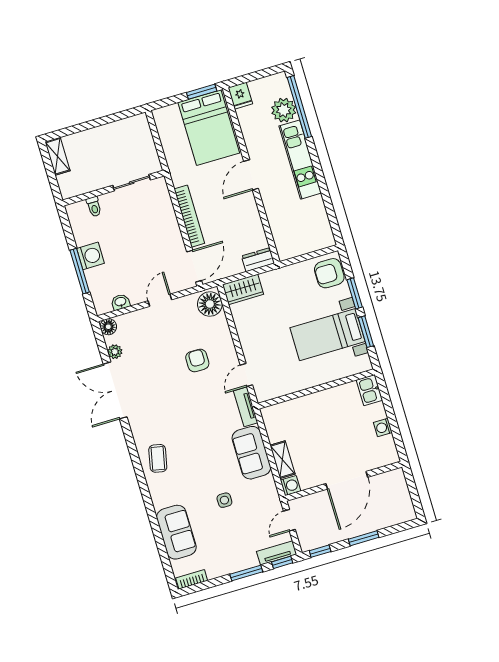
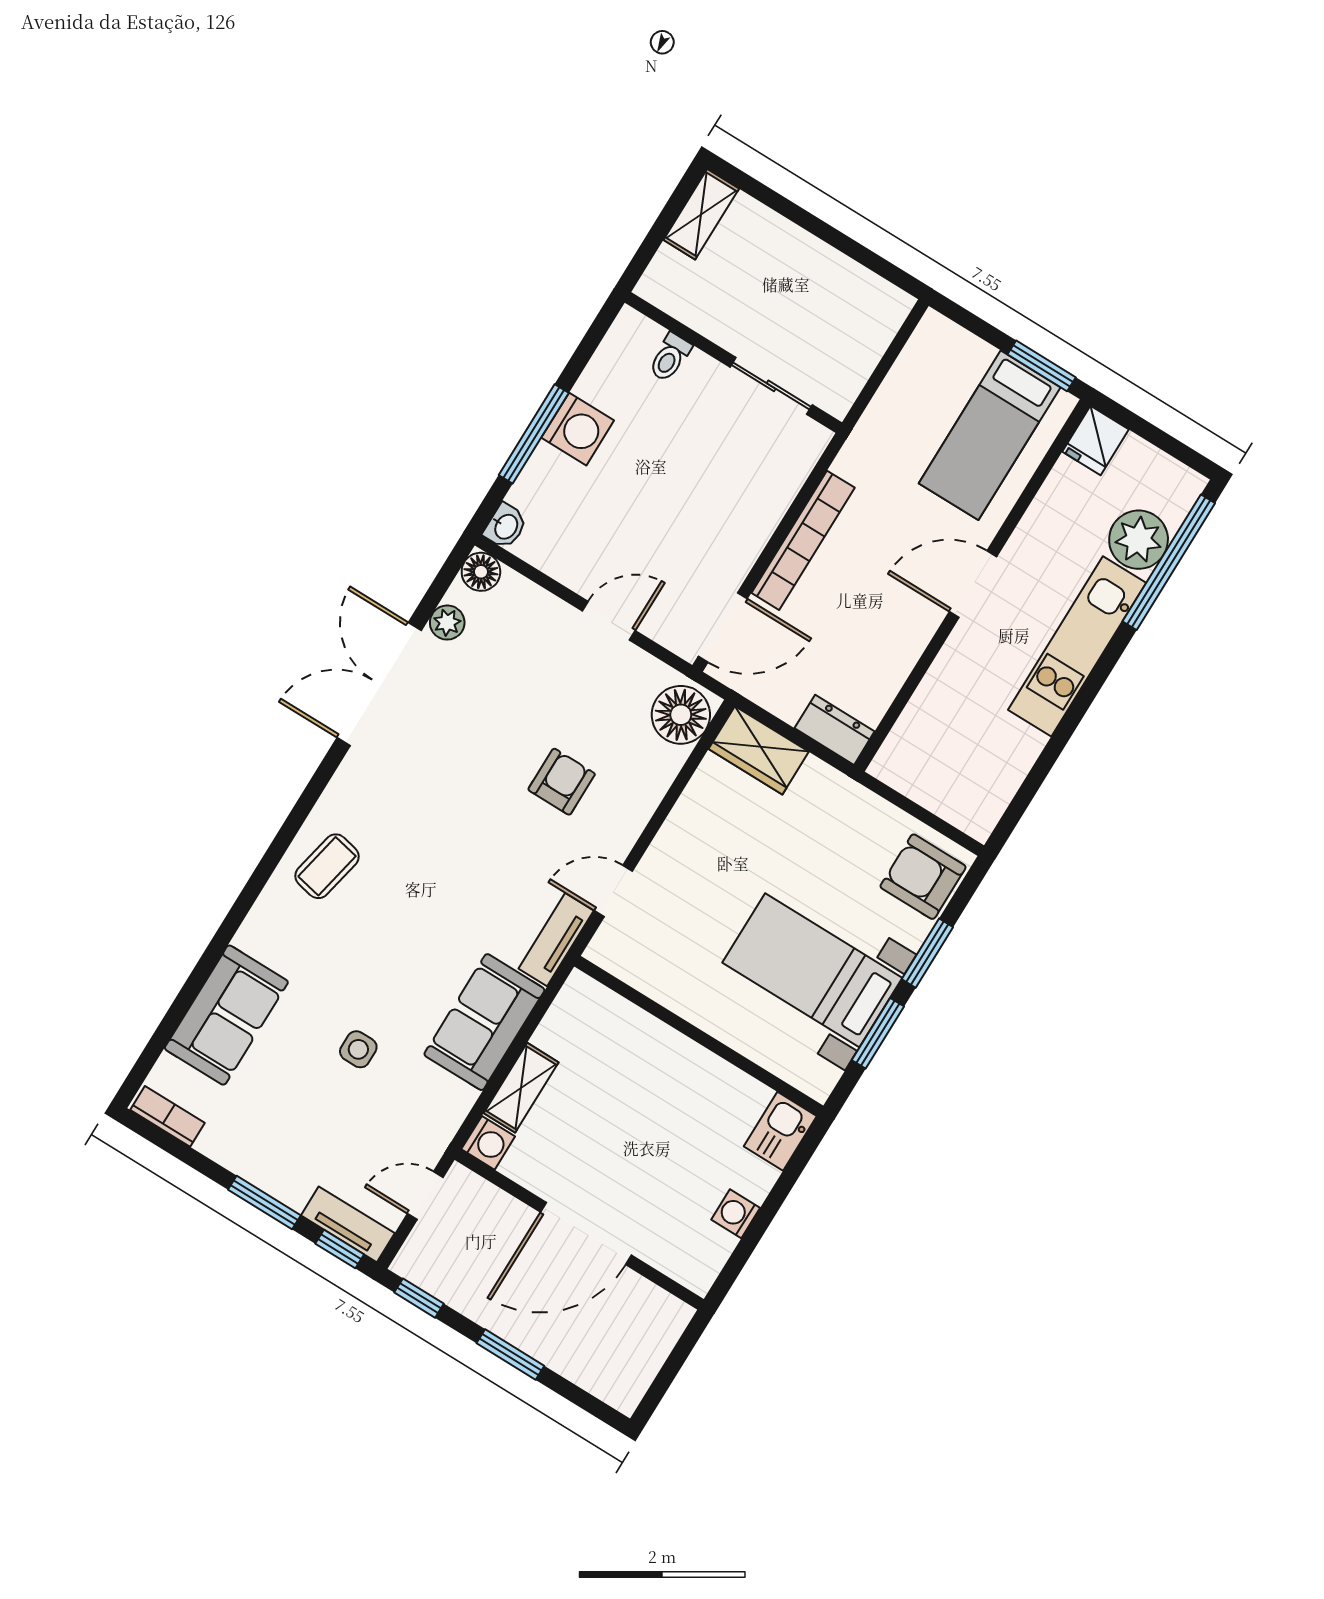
bed: (209, 128) -> (990, 435), width x0.67
washbasin: (120, 302) -> (505, 526), moved, turned 90

